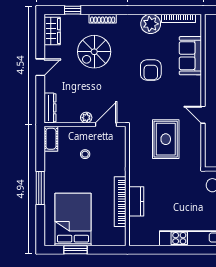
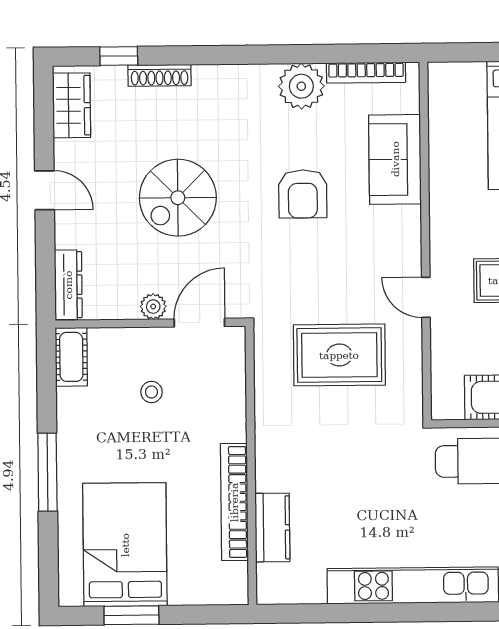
shoe rack: (103, 19) -> (160, 75), moved
spiral stairs: (94, 52) -> (178, 198), moved
door: (40, 67) -> (45, 190), hinge flipped
rug: (166, 139) -> (339, 355), turned 90
kitchen counter: (136, 201) -> (272, 527), moved

